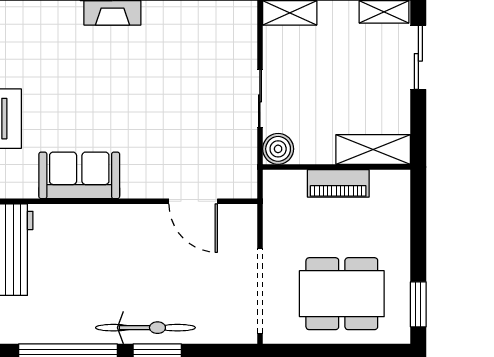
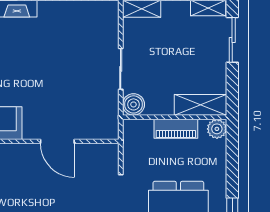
plant: (396, 184) -> (217, 129), added
door: (193, 201) -> (57, 141), moved

